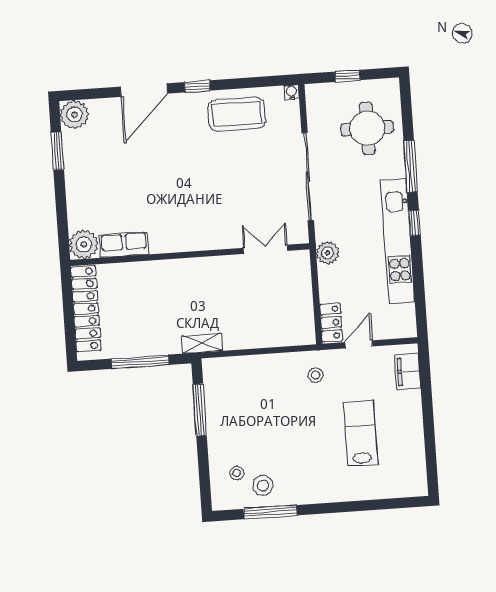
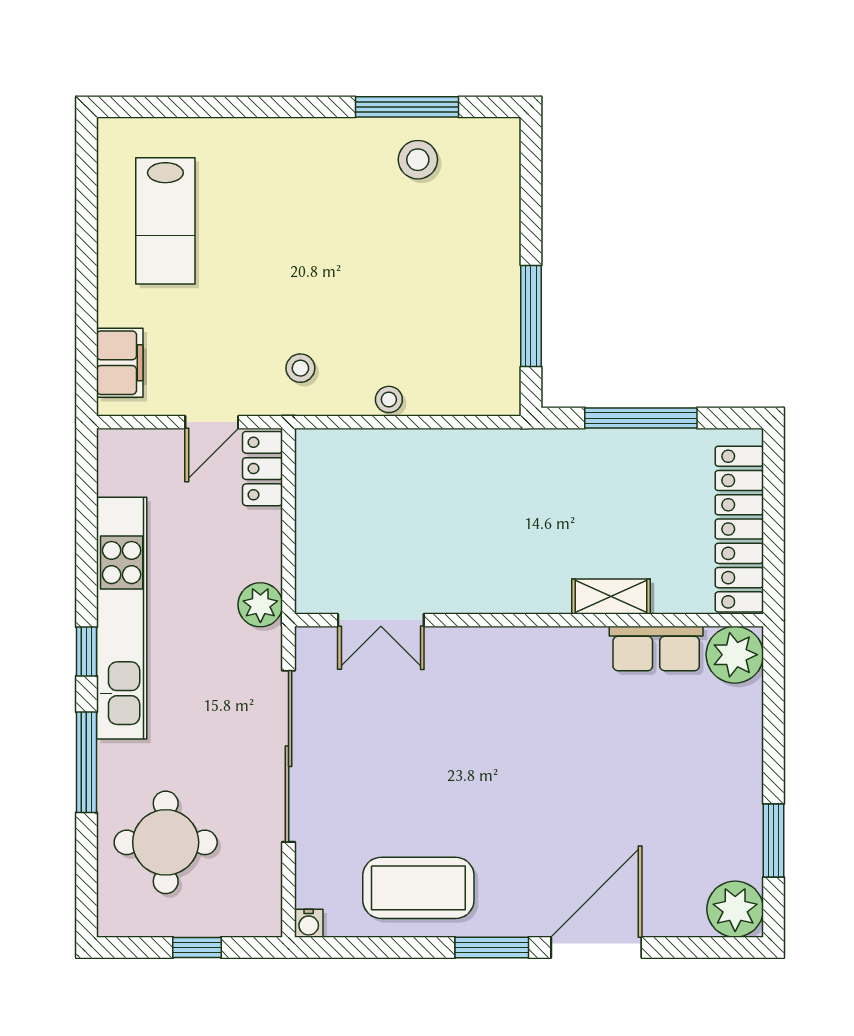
window: (197, 86) -> (492, 947), width x1.50
shelving: (202, 343) -> (611, 596), moved
lab bench: (360, 433) -> (165, 221), moved
stool: (237, 473) -> (389, 399), moved

